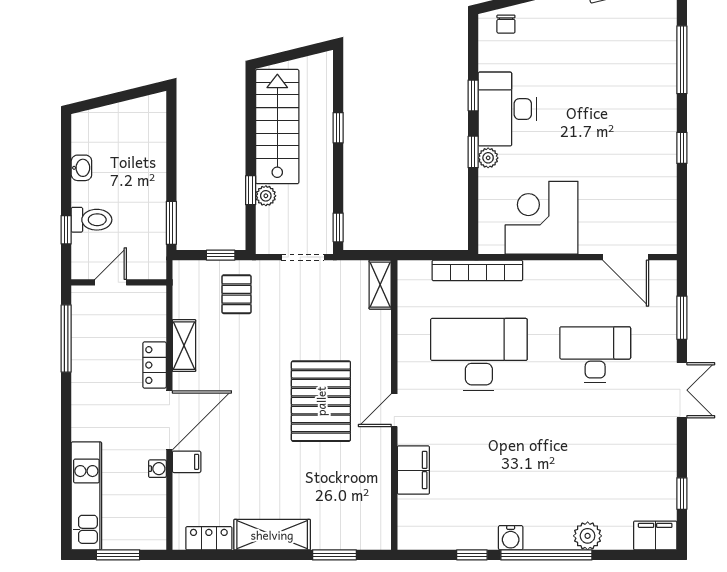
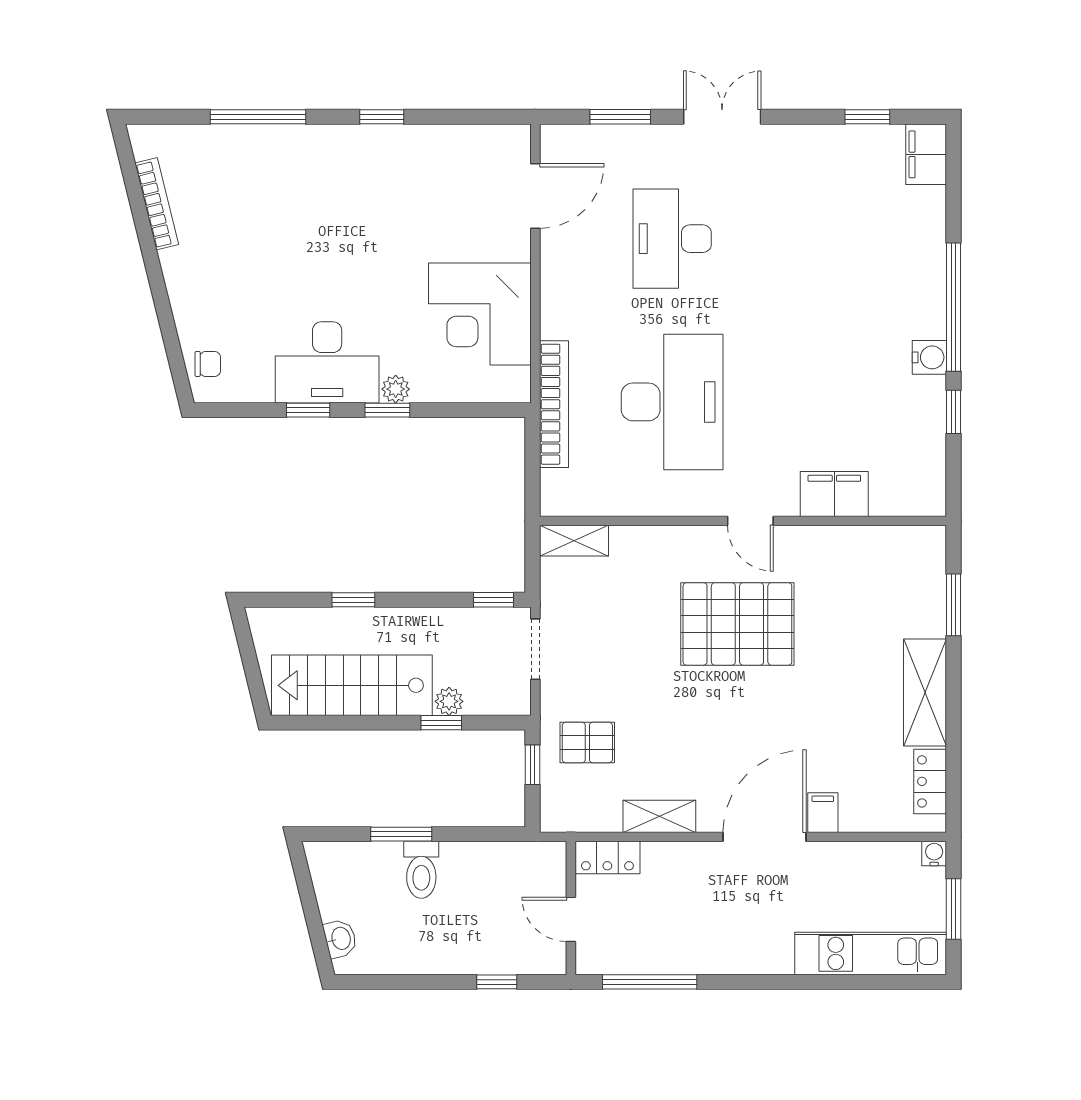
washbasin: (81, 168) -> (340, 939), moved, turned 76
toilet: (92, 220) -> (421, 870), moved, turned 180
window: (171, 223) -> (401, 834), moved
desk: (479, 355) -> (672, 402), turned 180
locker: (155, 365) -> (607, 858), moved
door: (169, 420) -> (765, 837), hinge flipped
water cooler: (157, 469) -> (934, 854), moved
plant: (588, 536) -> (927, 249), removed

